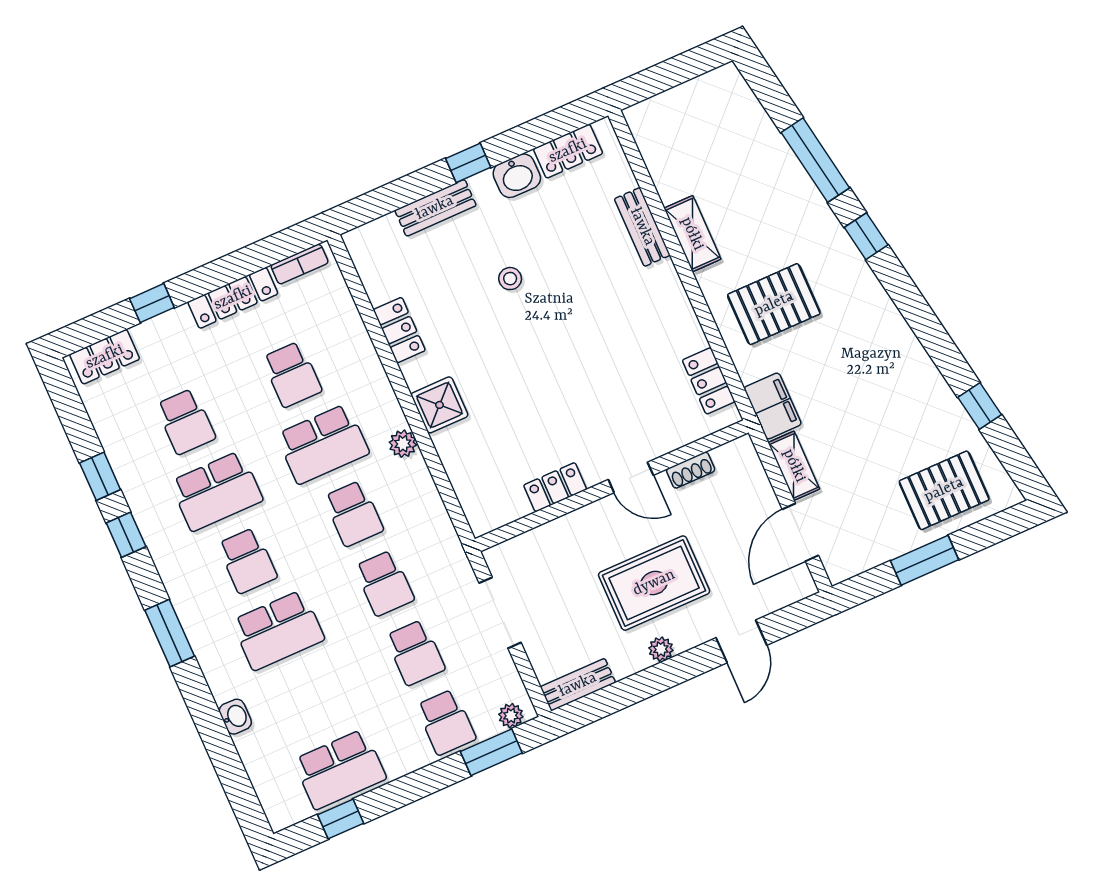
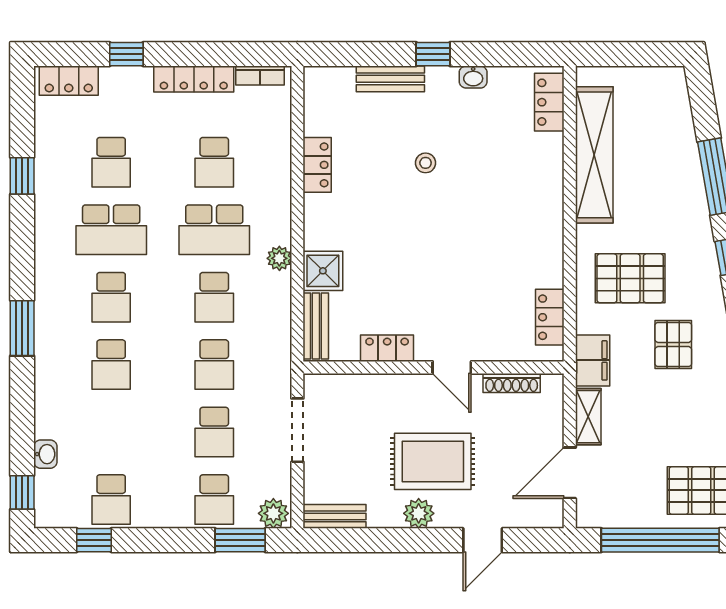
locker: (568, 151) -> (549, 102), moved, turned 90
washbasin: (517, 176) -> (473, 77), width x0.72, depth x0.69
bench: (642, 227) -> (316, 326), moved
shelving: (692, 234) -> (594, 155), width x2.20, depth x1.33
pallet: (849, 353) -> (673, 345), added
shower: (439, 405) -> (323, 271), moved
shoe rack: (691, 470) -> (512, 383), width x1.43
window: (126, 535) -> (22, 492), moved
window: (925, 560) -> (660, 540), width x2.11
school desk: (278, 630) -> (111, 365), width x0.54
plant: (661, 649) -> (419, 513), width x1.38, depth x1.38
plant: (511, 716) -> (273, 513), width x1.38, depth x1.38
washbasin: (235, 717) -> (45, 454), moved
school desk: (340, 769) -> (111, 500), width x0.54

